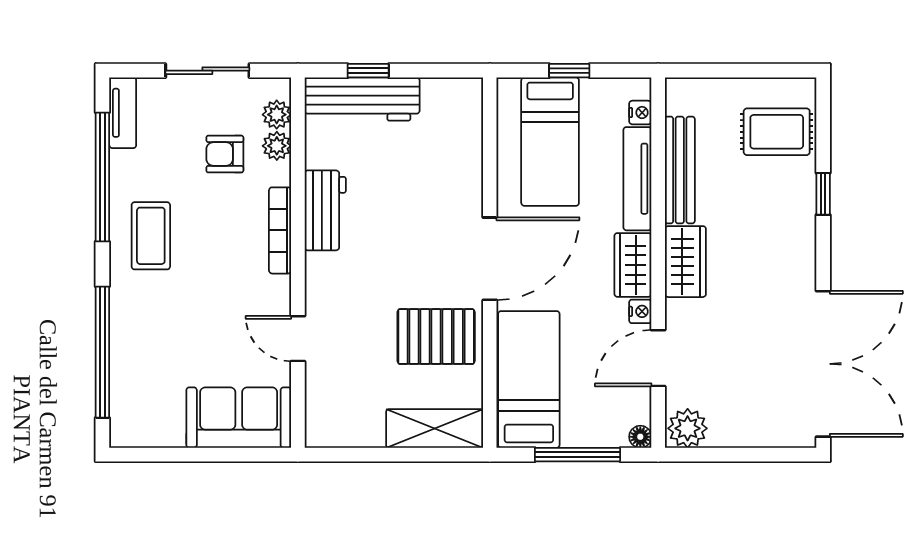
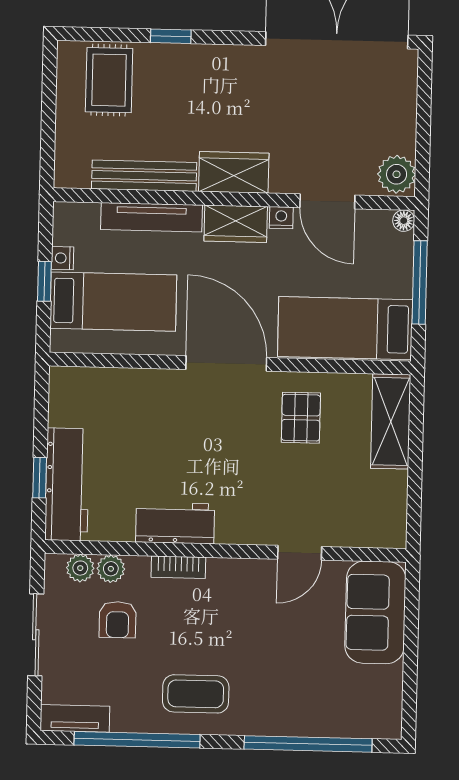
nightstand: (640, 113) -> (62, 258), moved, turned -90
bookcase: (280, 230) -> (178, 567), width x0.64
pallet: (436, 337) -> (301, 418), width x0.67, depth x0.71

